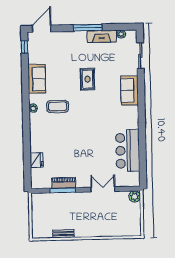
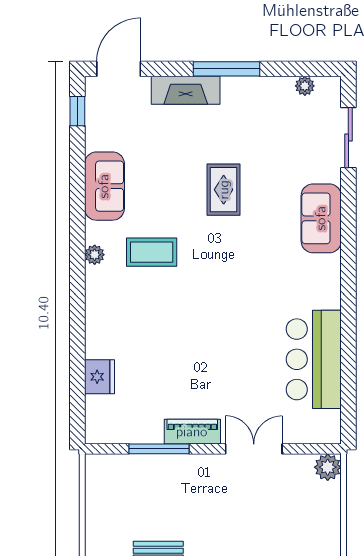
fireplace: (102, 36) -> (186, 90), moved
piano: (64, 183) -> (192, 432), moved

